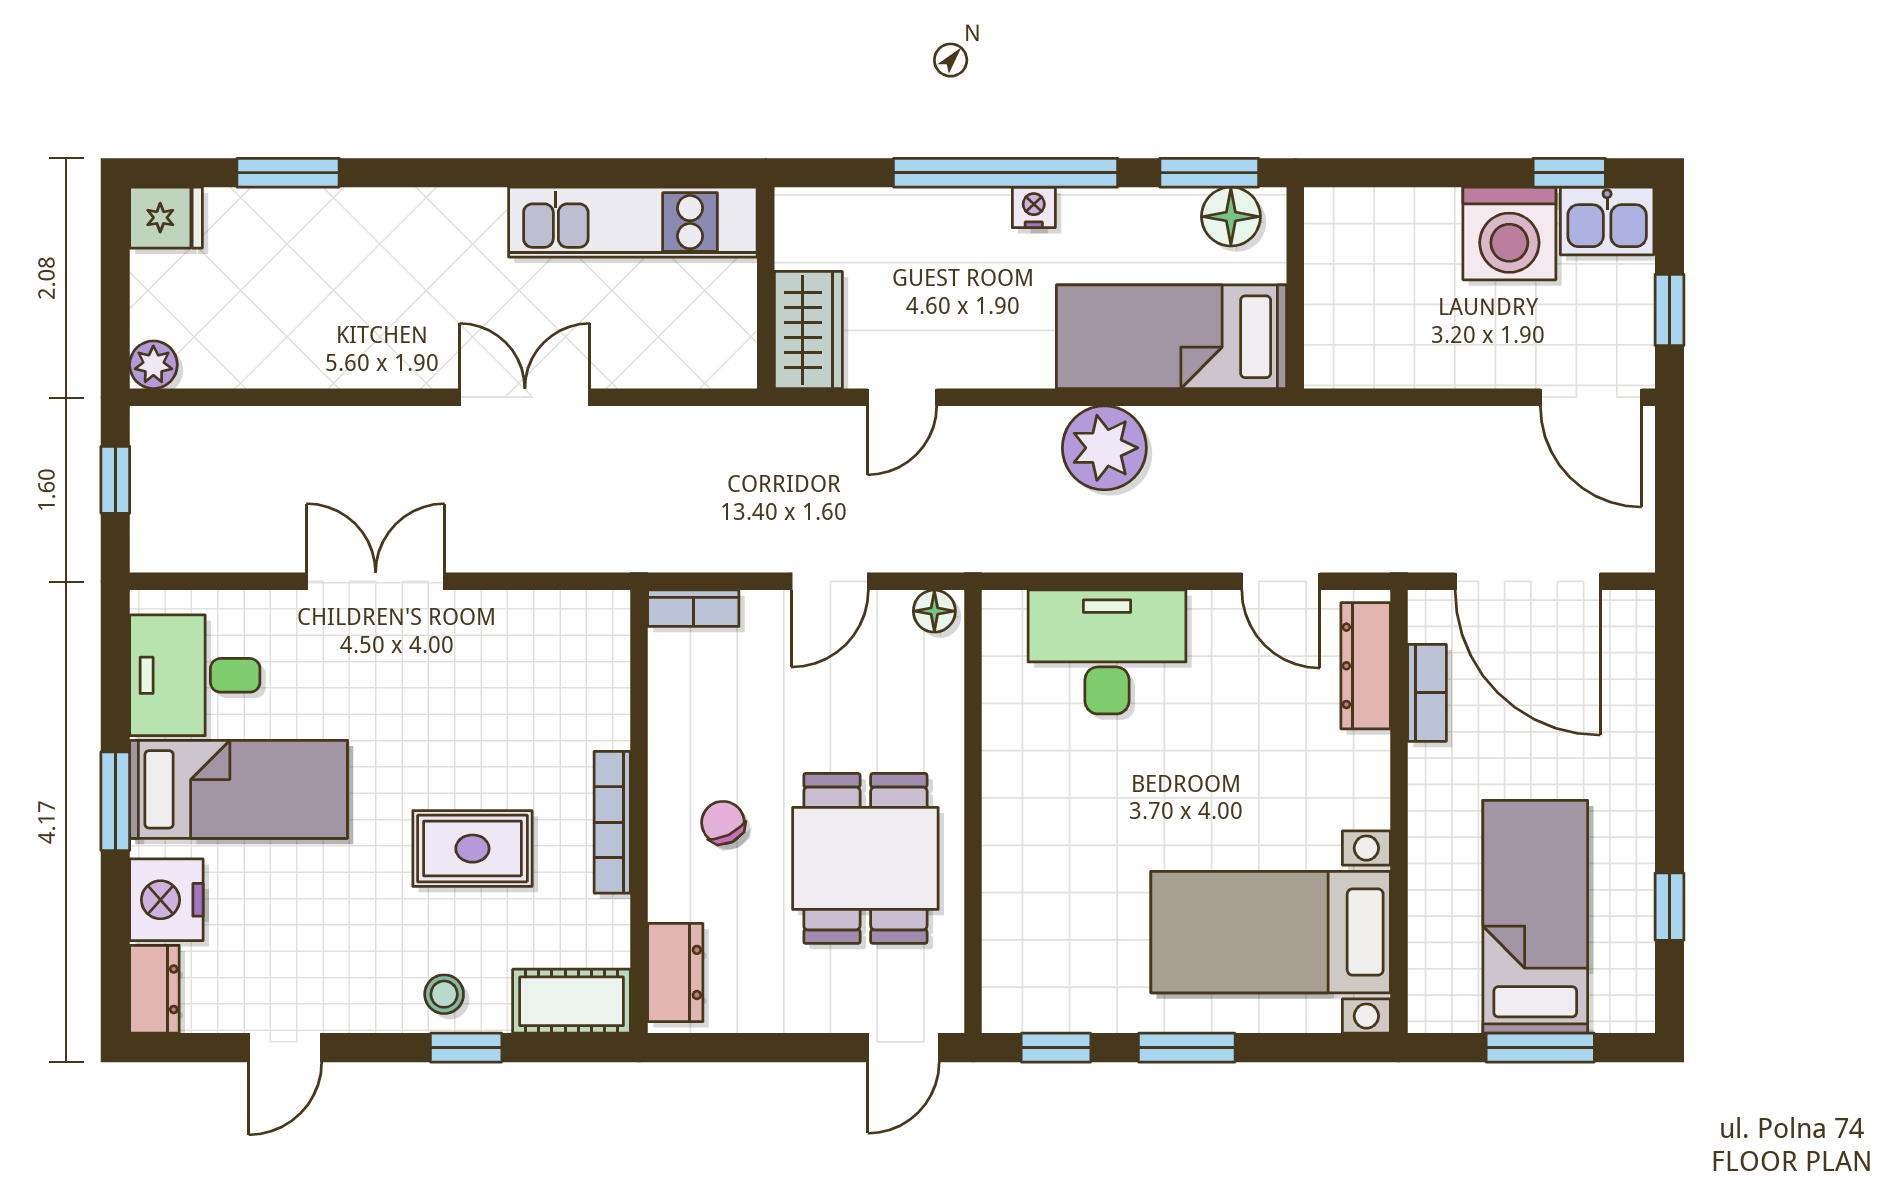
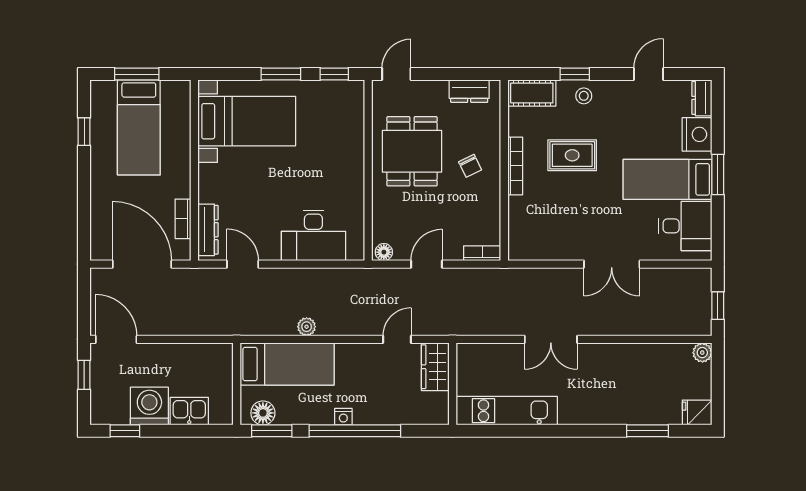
kitchen sink: (1607, 221) -> (189, 411), moved
plant: (1104, 448) -> (307, 327), width x0.53, depth x0.53
dresser: (675, 972) -> (469, 91), moved, turned -90

